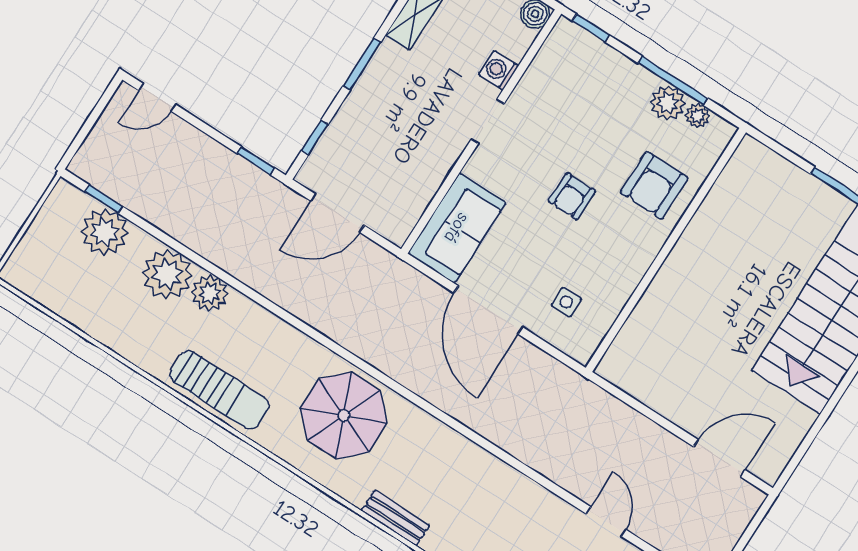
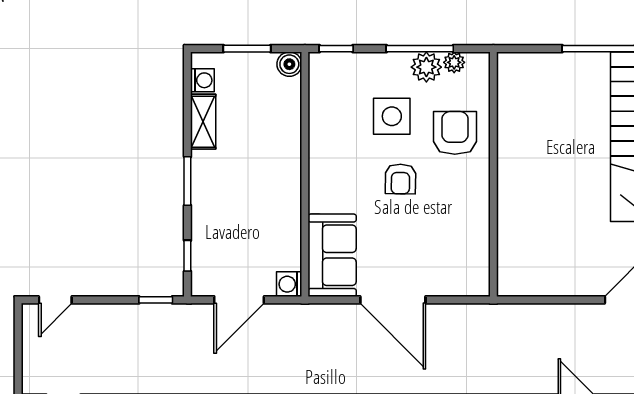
washing machine: (499, 70) -> (289, 284), moved
doorway: (488, 121) -> (305, 164), removed
armchair: (654, 185) -> (455, 133), turned 180
side table: (566, 302) -> (392, 116), moved, width x1.87, depth x1.87

